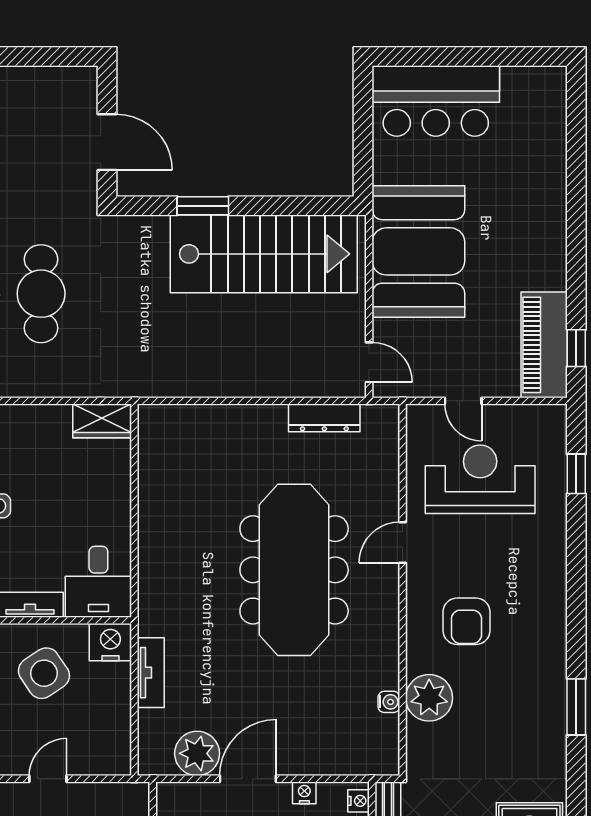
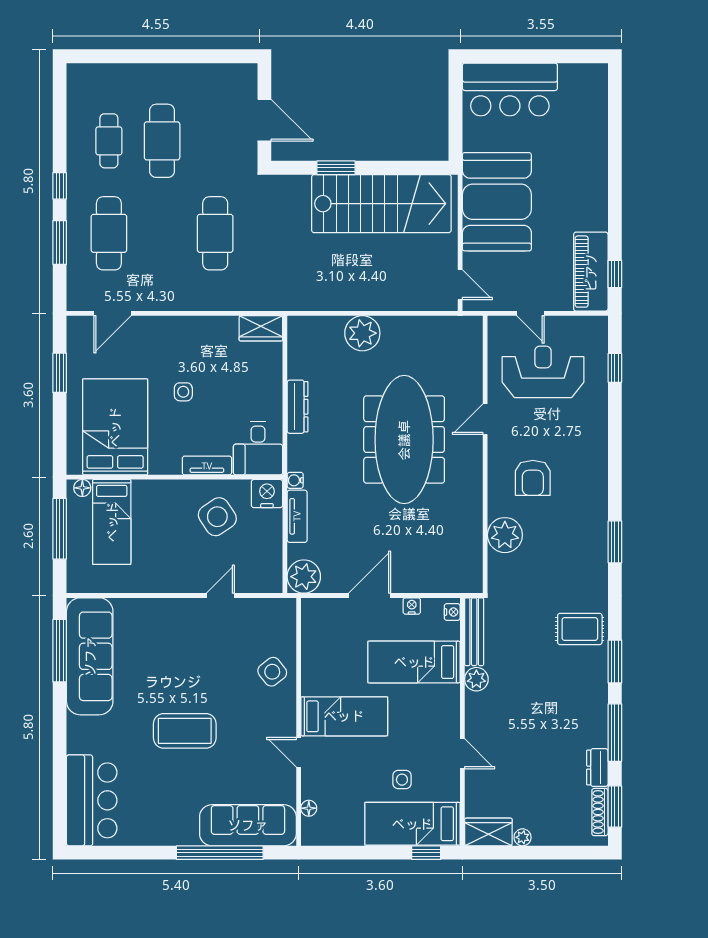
dresser: (324, 418) -> (298, 407), moved, turned -90
plant: (238, 427) -> (362, 333), added
water cooler: (389, 702) -> (295, 480), moved, turned 180
plant: (197, 753) -> (304, 577), moved

